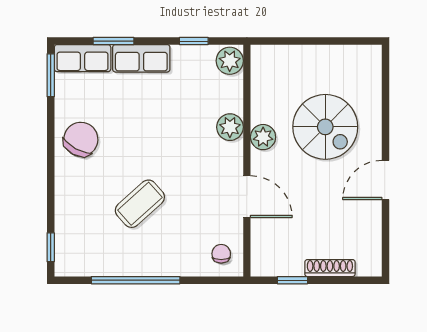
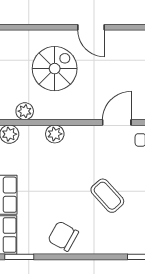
plant: (263, 137) -> (25, 111), moved
door: (247, 197) -> (117, 122), moved

